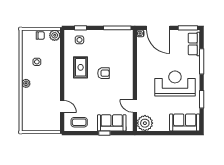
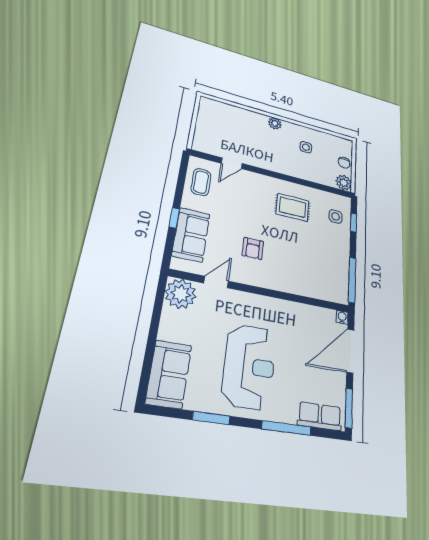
armchair: (103, 73) -> (253, 248), moved

